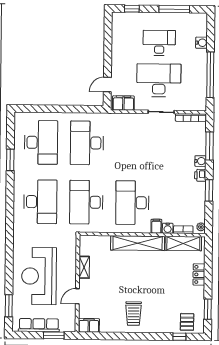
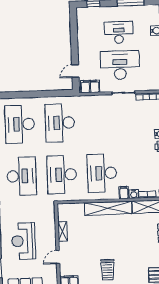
desk: (41, 142) -> (20, 124), turned 180
reception desk: (39, 276) -> (23, 241), width x0.74, depth x0.77

